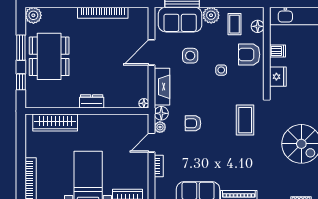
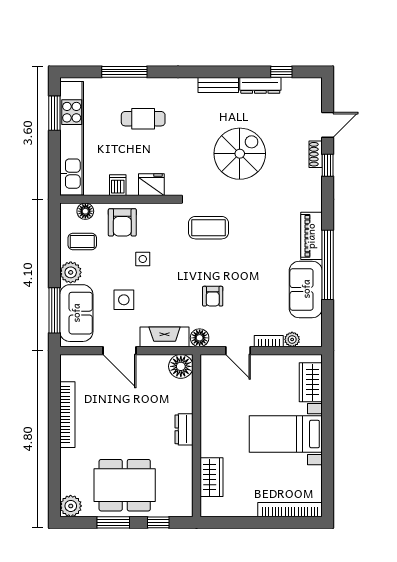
floor lamp: (144, 103) -> (181, 366), width x1.89, depth x1.89
wardrobe: (55, 122) -> (212, 477), width x0.67
plant: (160, 127) -> (292, 339), moved

